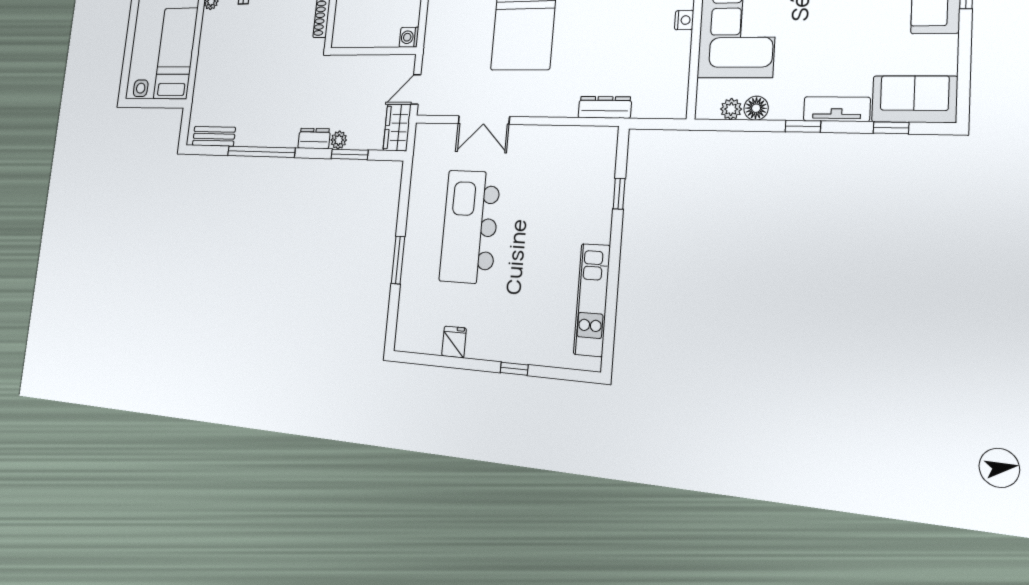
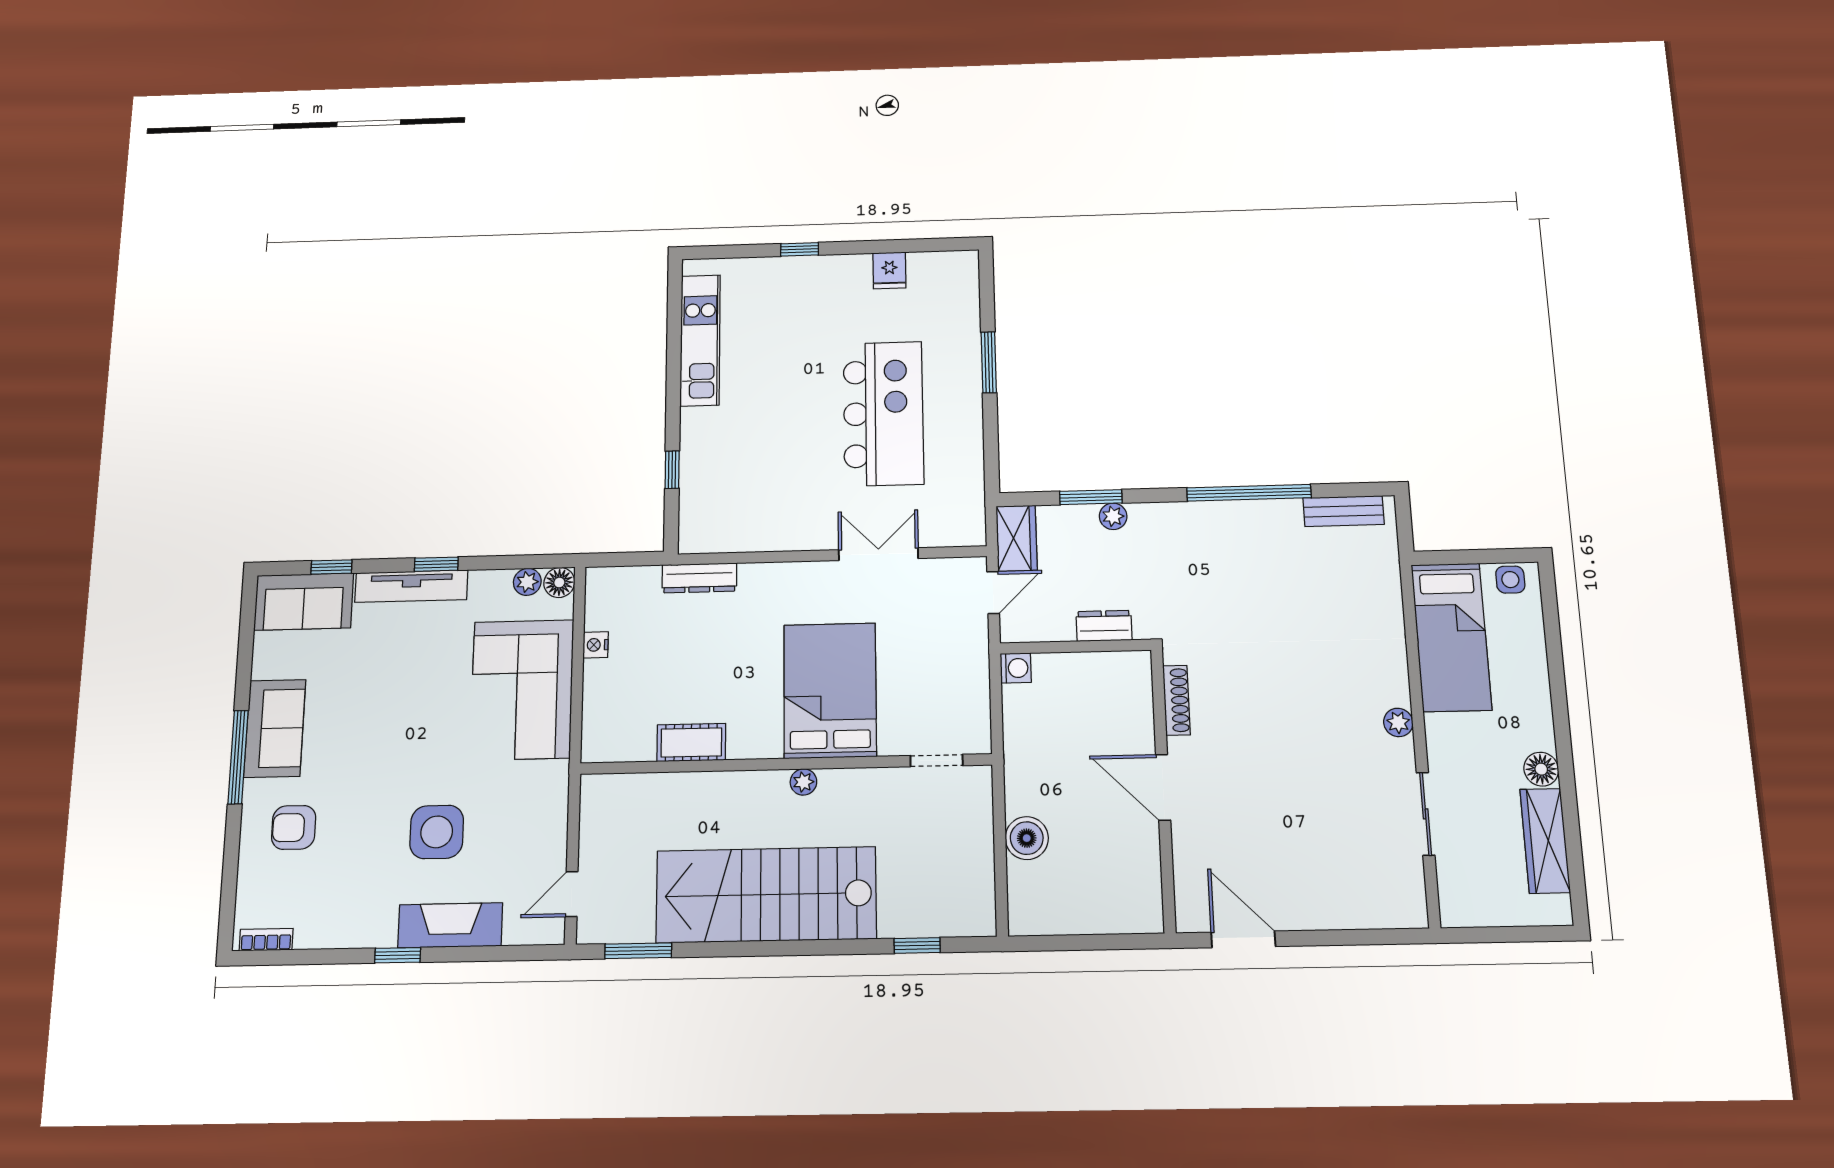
nightstand: (684, 20) -> (596, 645), moved
floor lamp: (756, 108) -> (559, 583), moved
tv unit: (837, 109) -> (411, 586), width x1.41
dresser: (314, 138) -> (1104, 626), moved, turned 180

